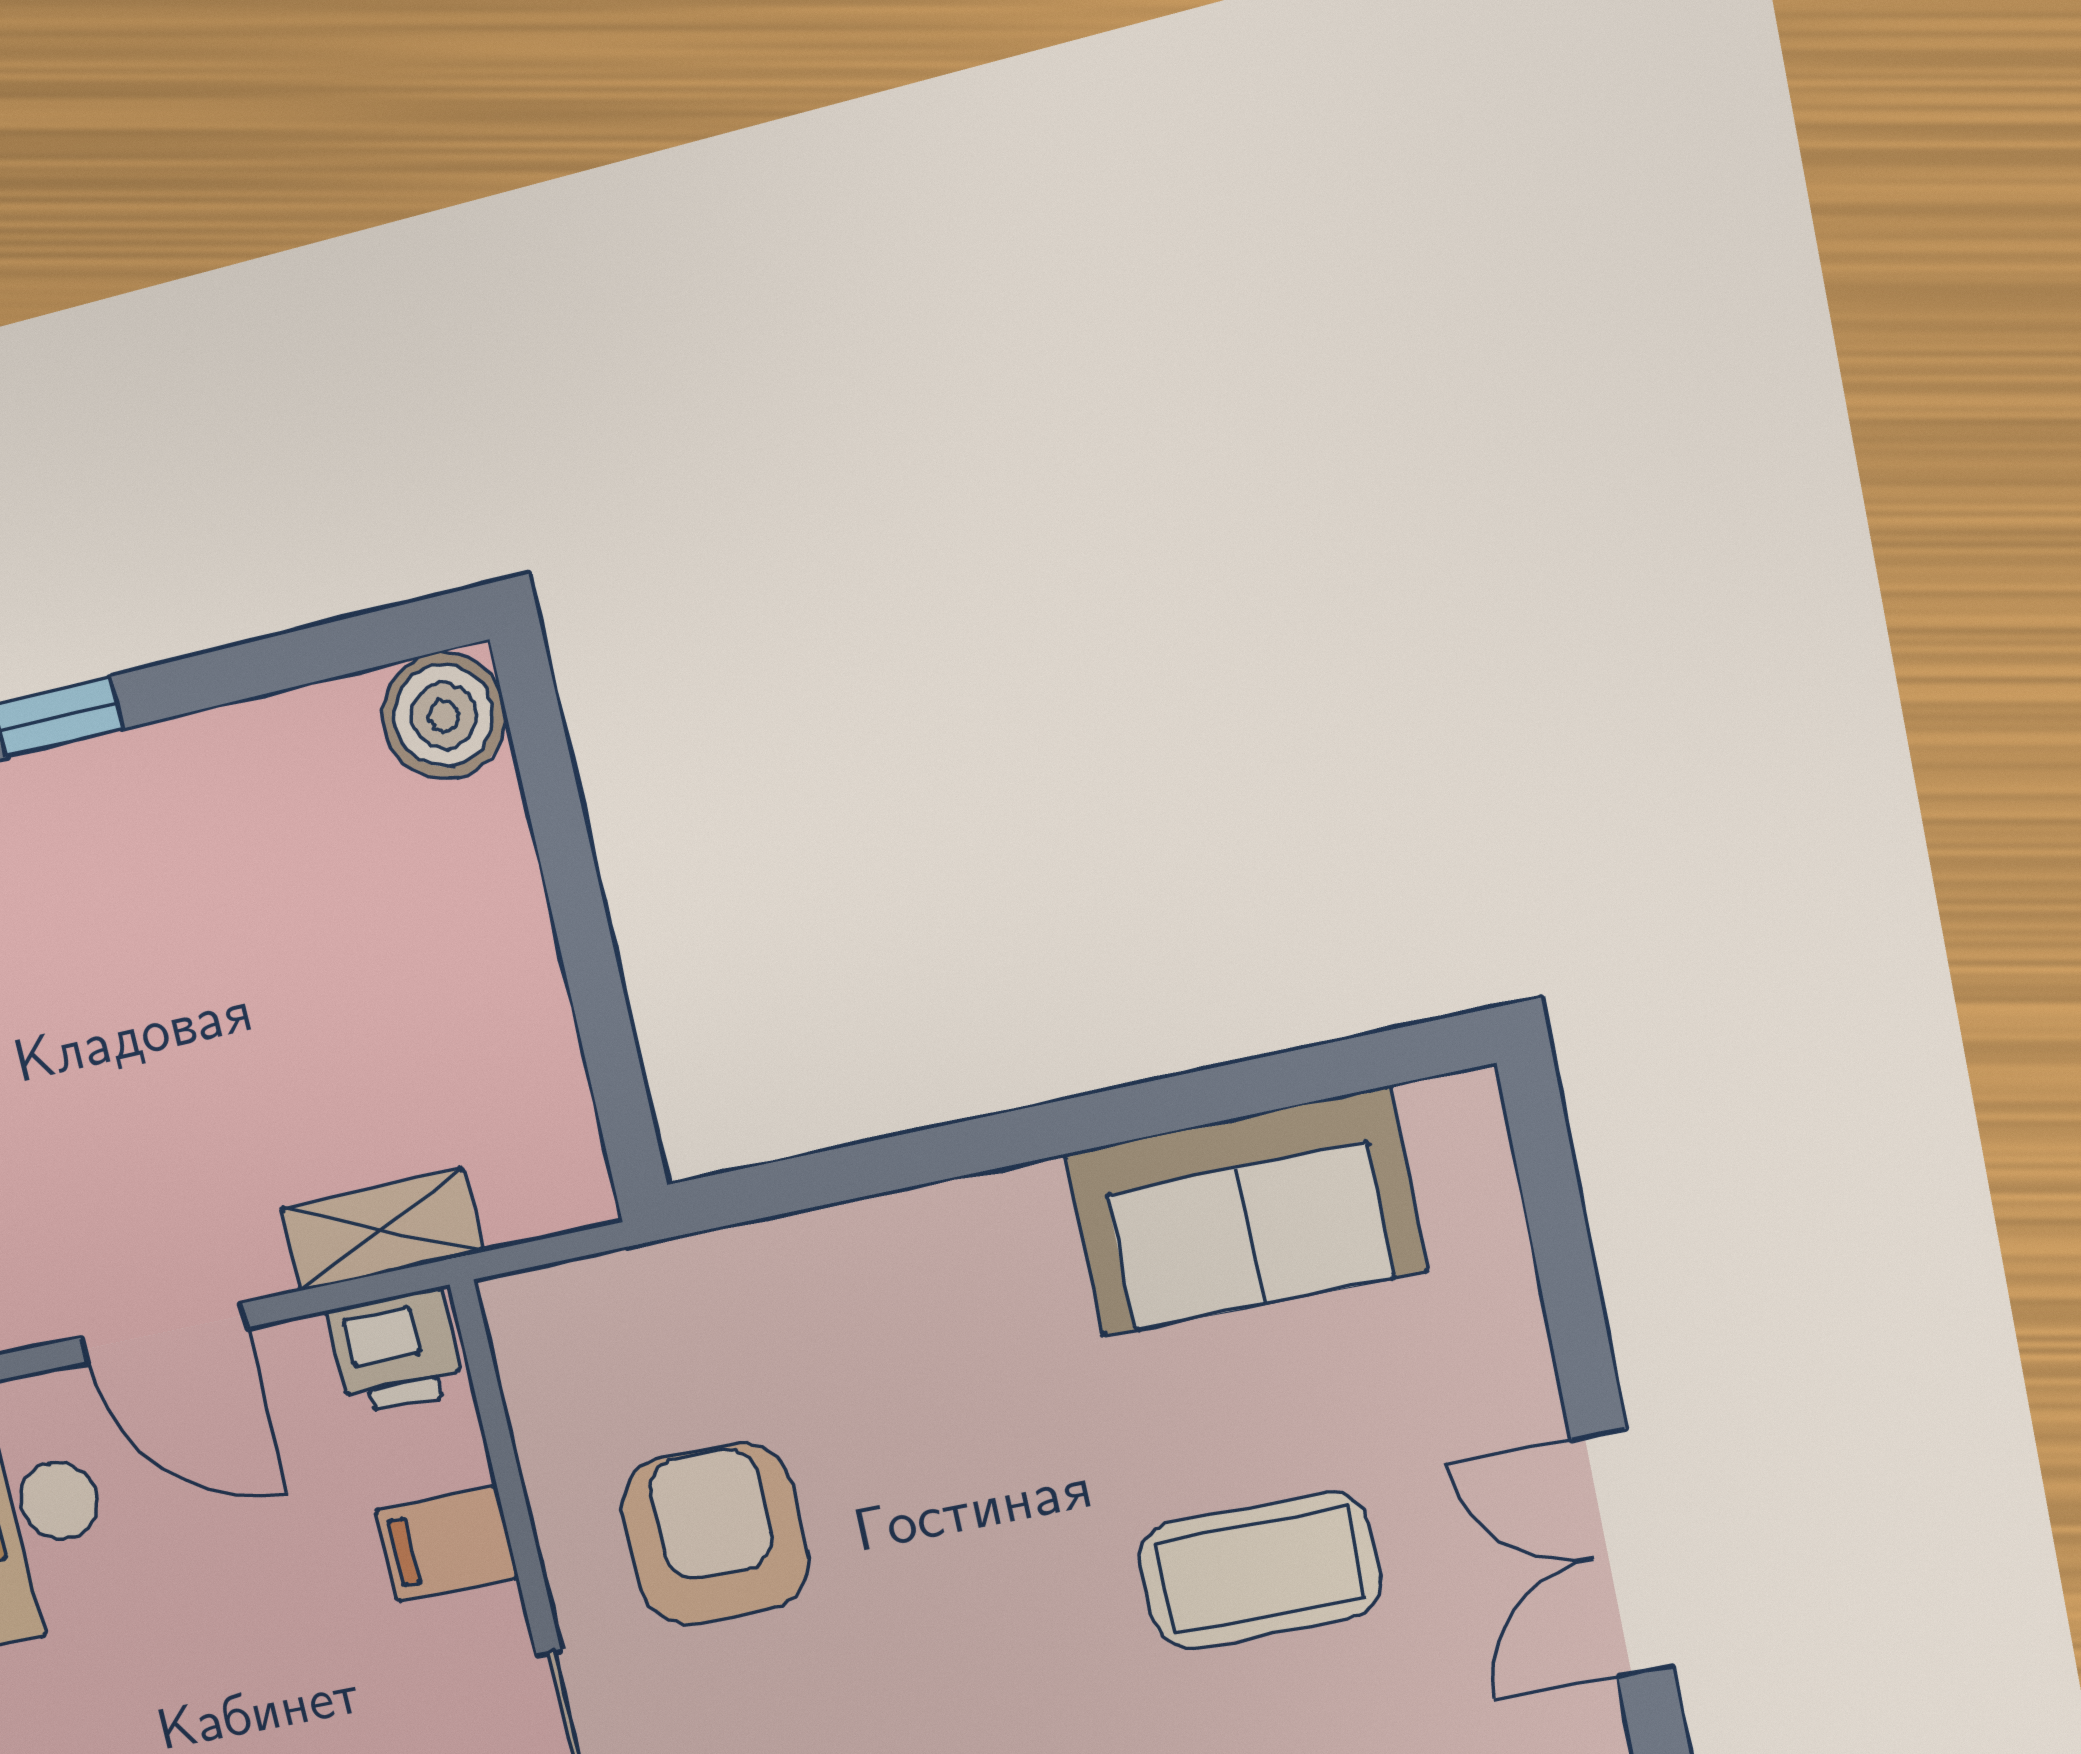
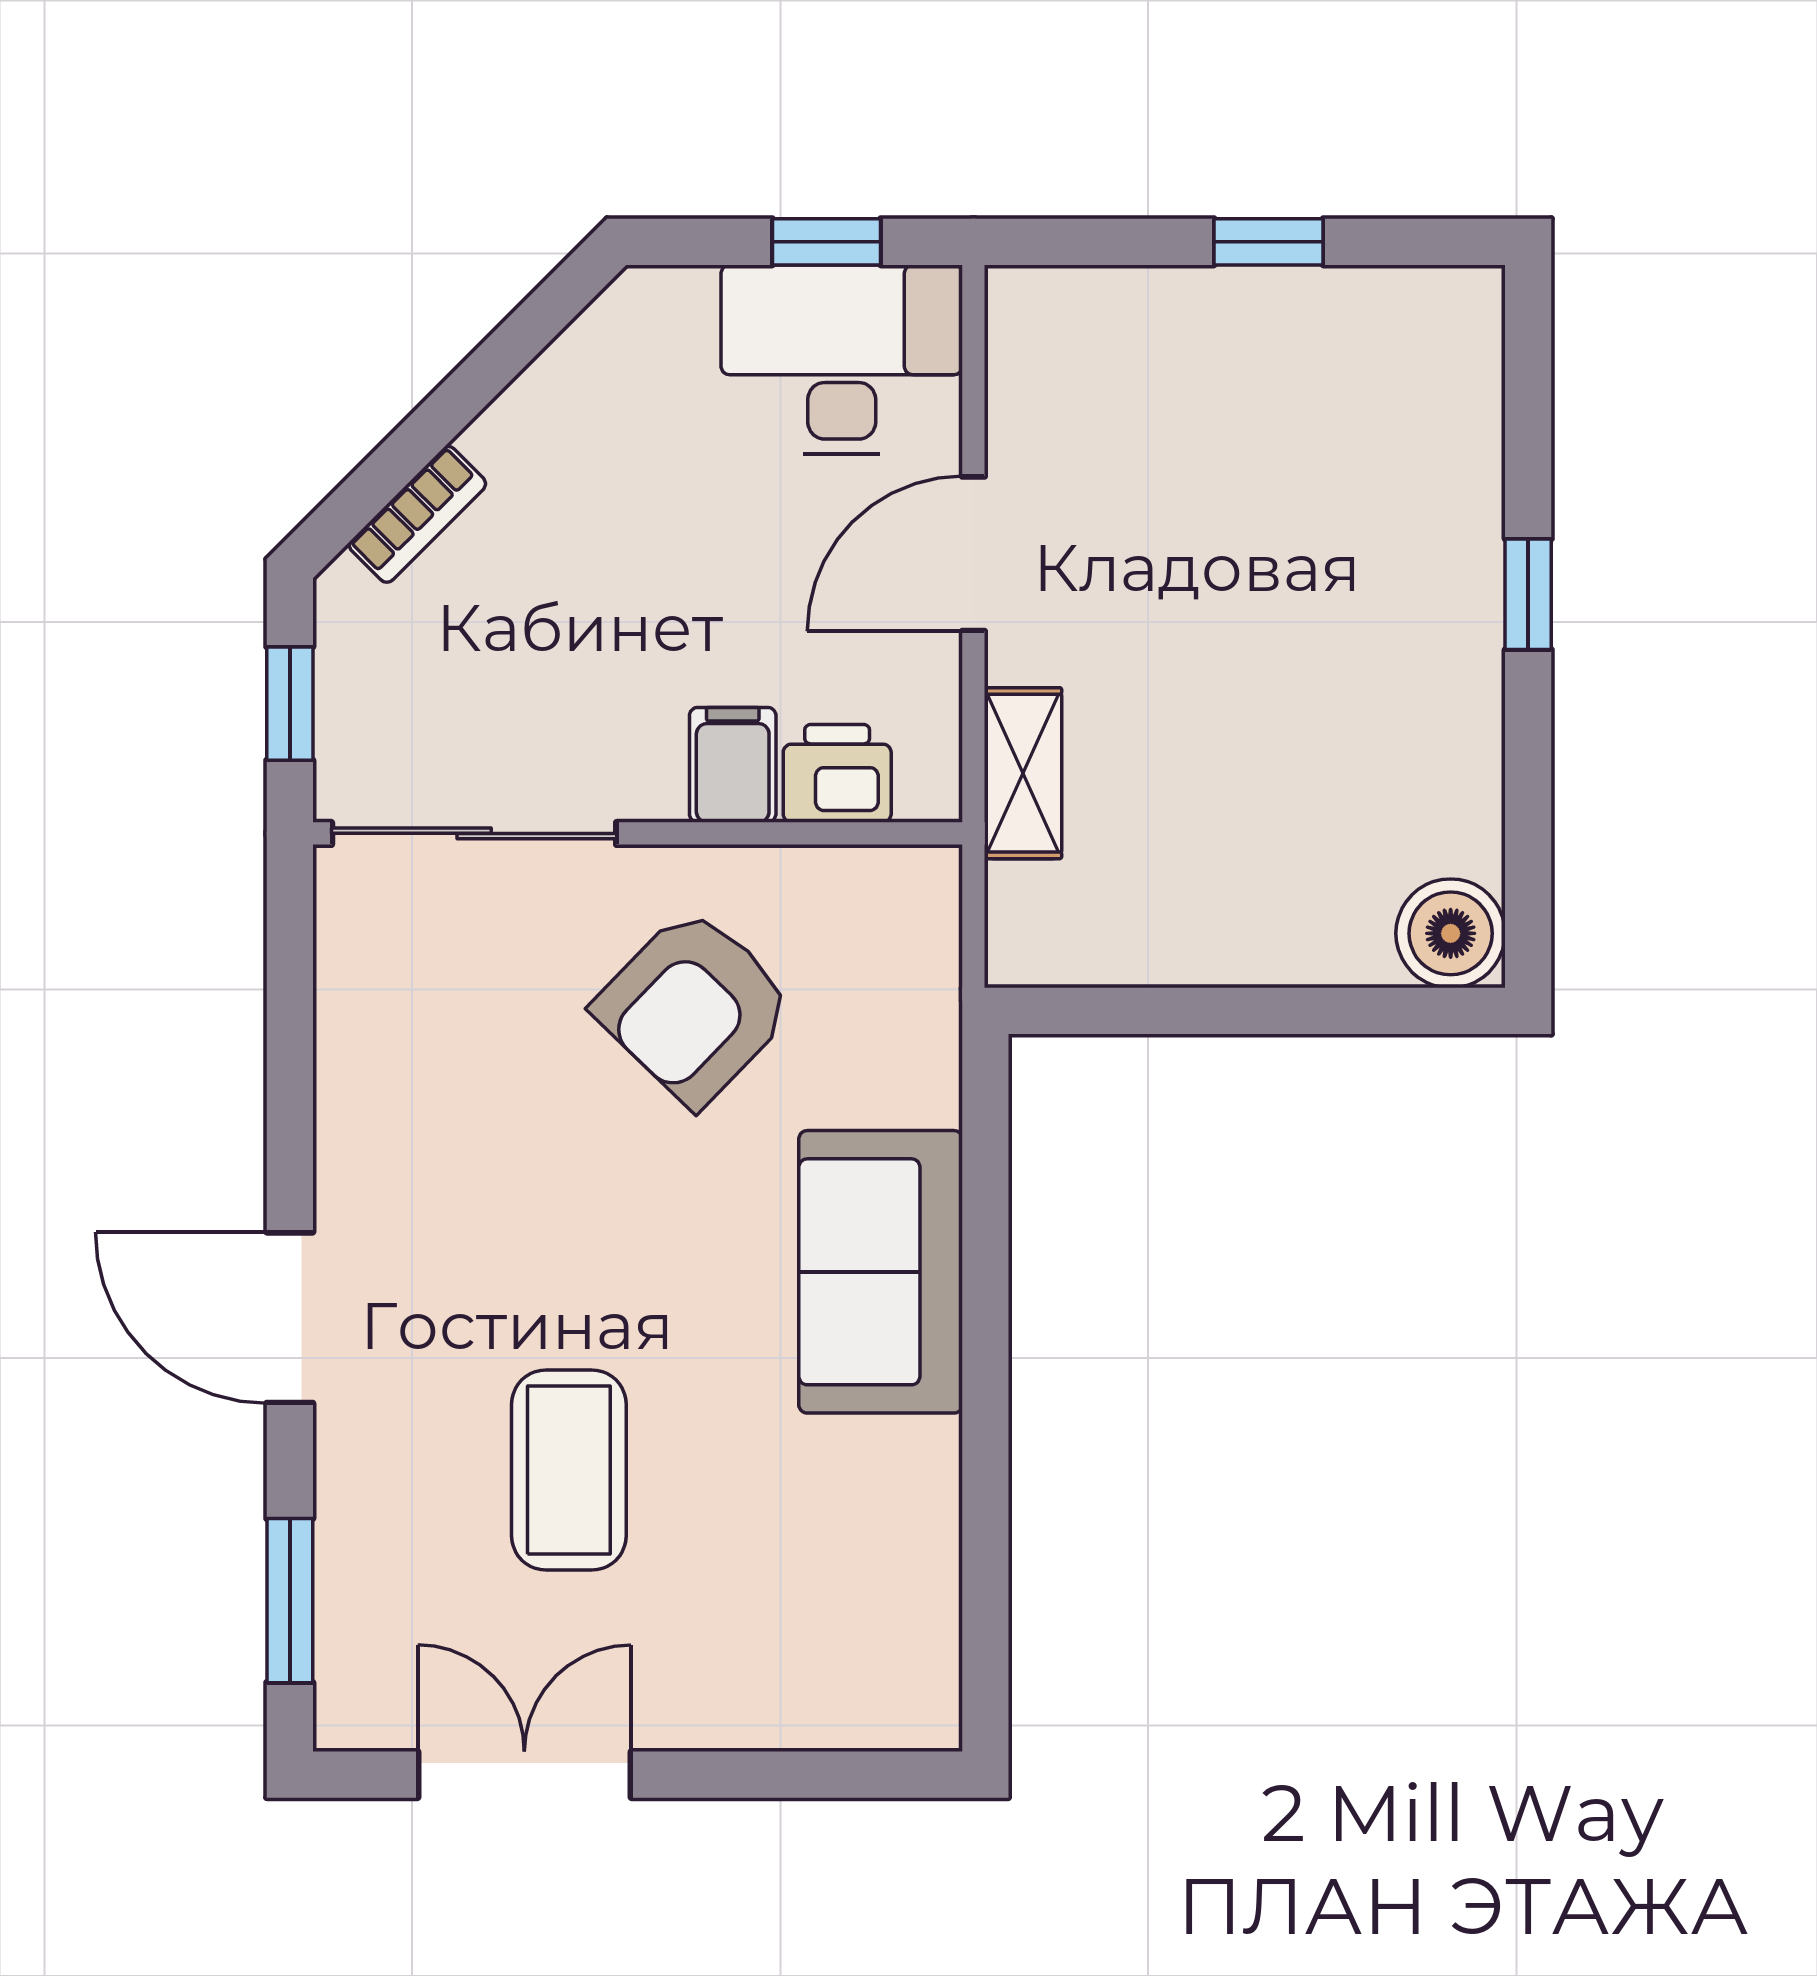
sofa: (1246, 1212) -> (881, 1272), moved
printer: (396, 1351) -> (837, 773), moved, turned 90
armchair: (715, 1533) -> (694, 1007), turned 134

